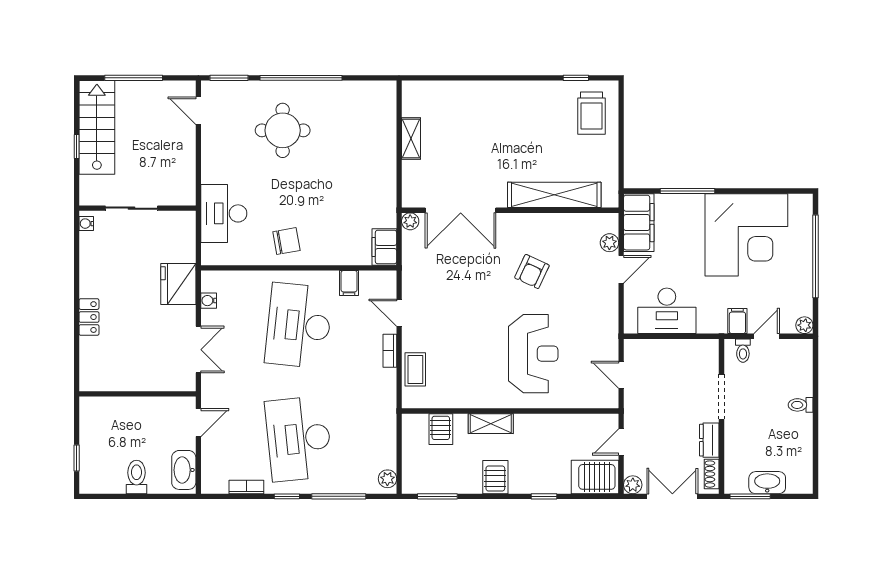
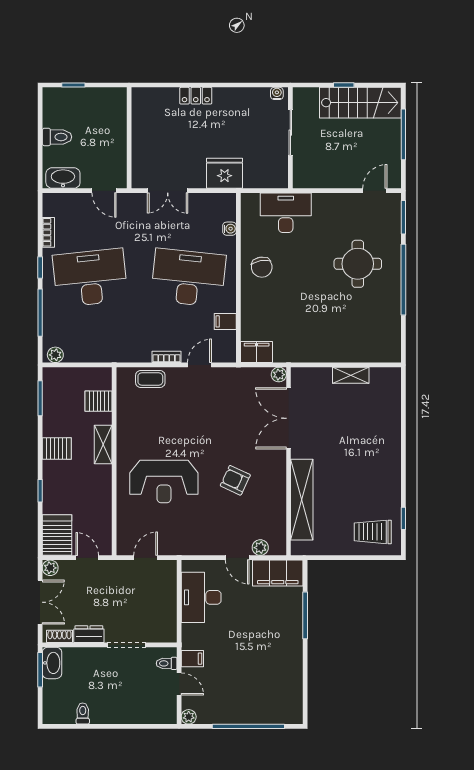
corner desk: (746, 235) -> (267, 666), removed
water cooler: (209, 301) -> (229, 229), moved, turned 90
toilet: (801, 405) -> (83, 713), moved
washbasin: (767, 483) -> (52, 663), moved

